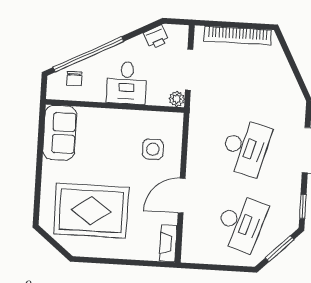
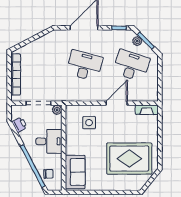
sofa: (60, 133) -> (75, 172), moved, turned 90
door: (182, 196) -> (117, 103), swing flipped
rug: (91, 211) -> (129, 159), turned 90
plant: (280, 235) -> (137, 41), added

